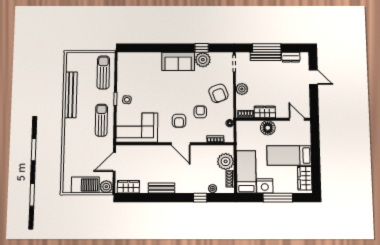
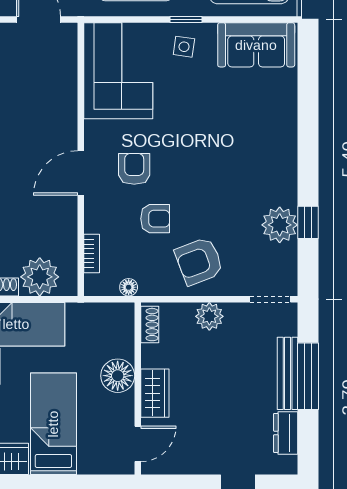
sofa: (178, 61) -> (256, 45), moved, turned -90
wardrobe: (265, 112) -> (155, 393), moved
armchair: (179, 121) -> (134, 169), turned 90

